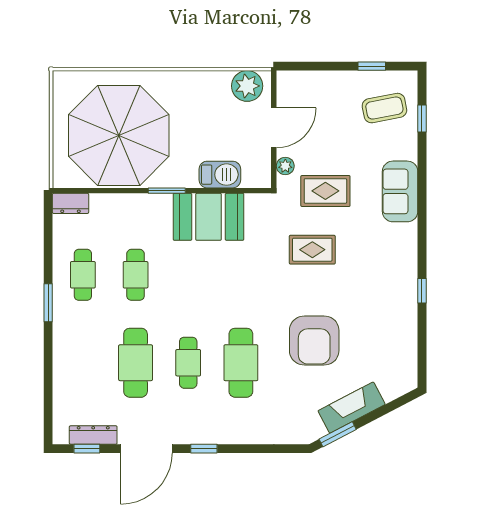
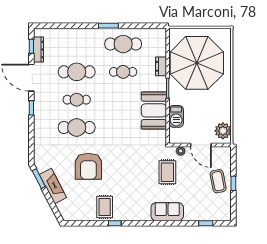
window: (372, 66) -> (233, 183), moved
coffee table: (384, 108) -> (218, 181), moved
dresser: (71, 203) -> (161, 66), moved
rug: (312, 250) -> (105, 207), moved
cafe table: (83, 275) -> (123, 44), width x1.37, depth x1.35
armchair: (314, 341) -> (88, 166), turned -90

